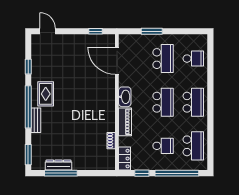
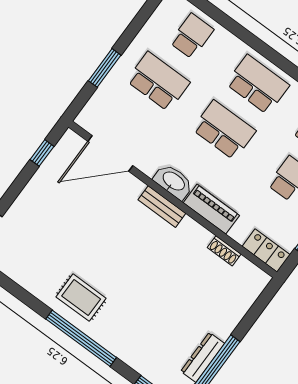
window: (28, 67) -> (21, 294), removed
bench: (36, 120) -> (162, 207), moved

